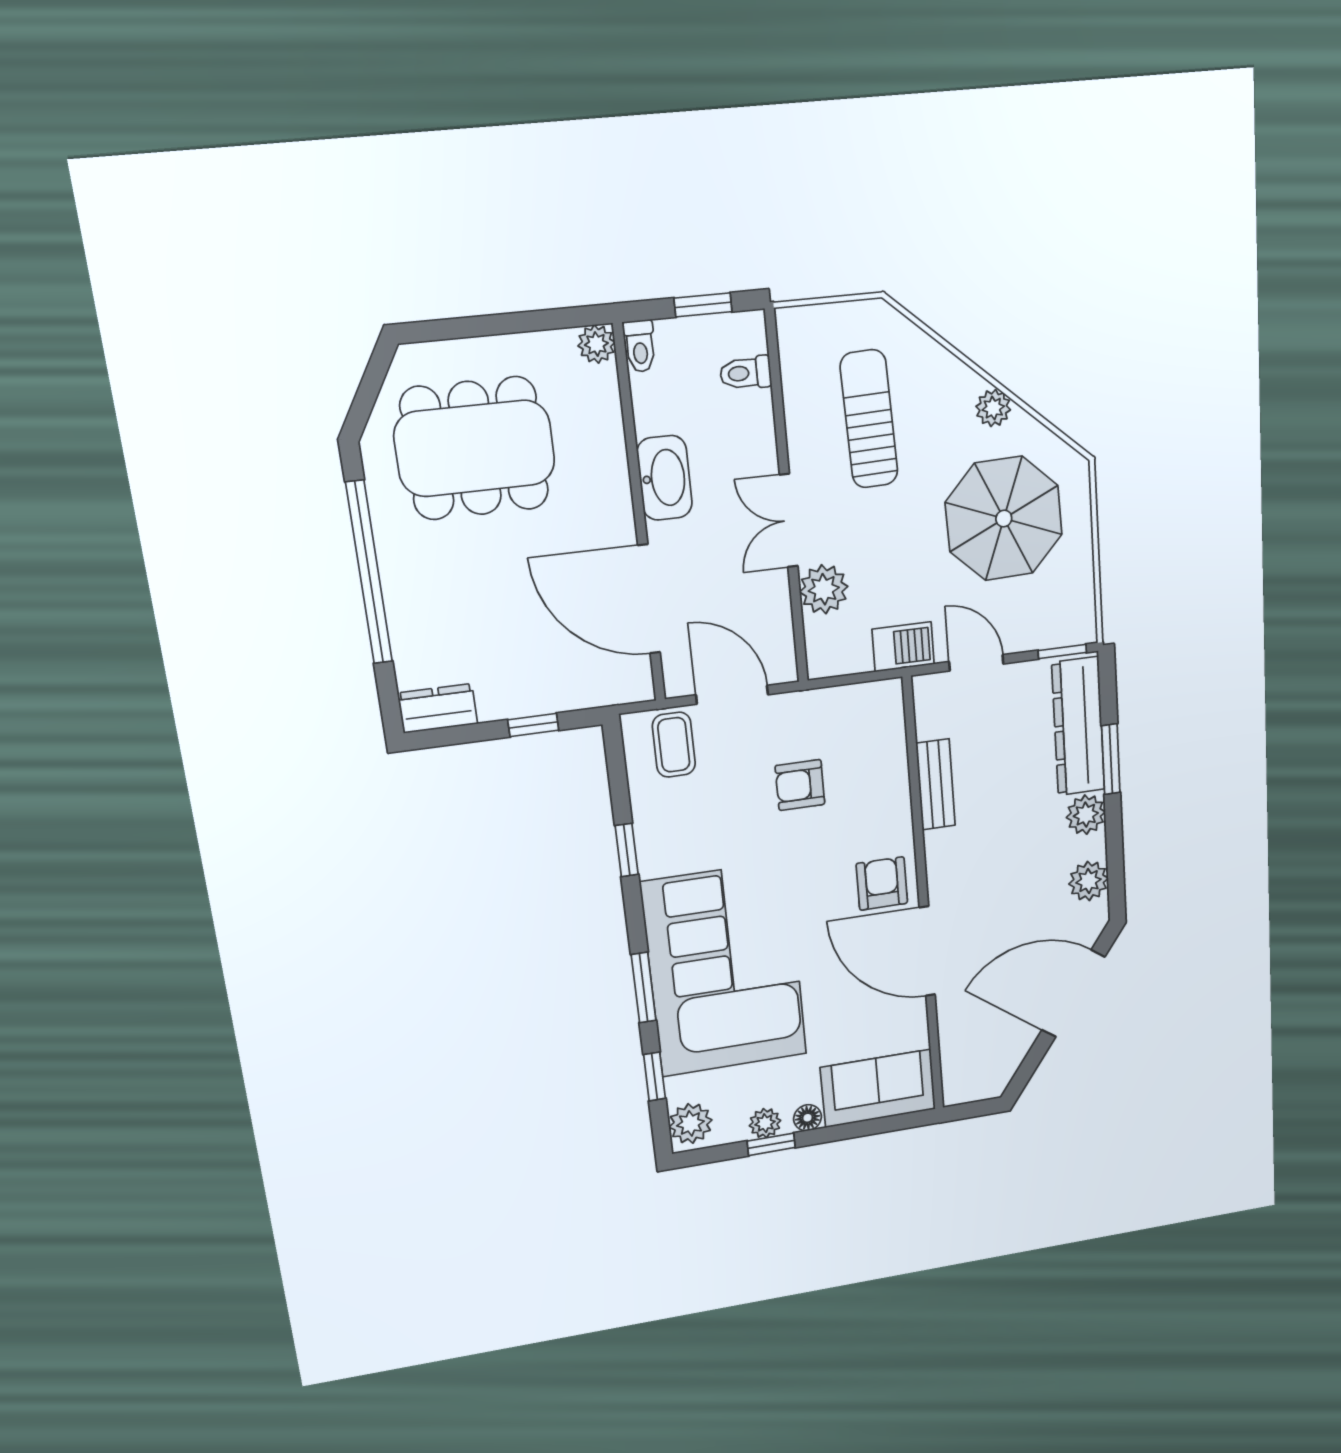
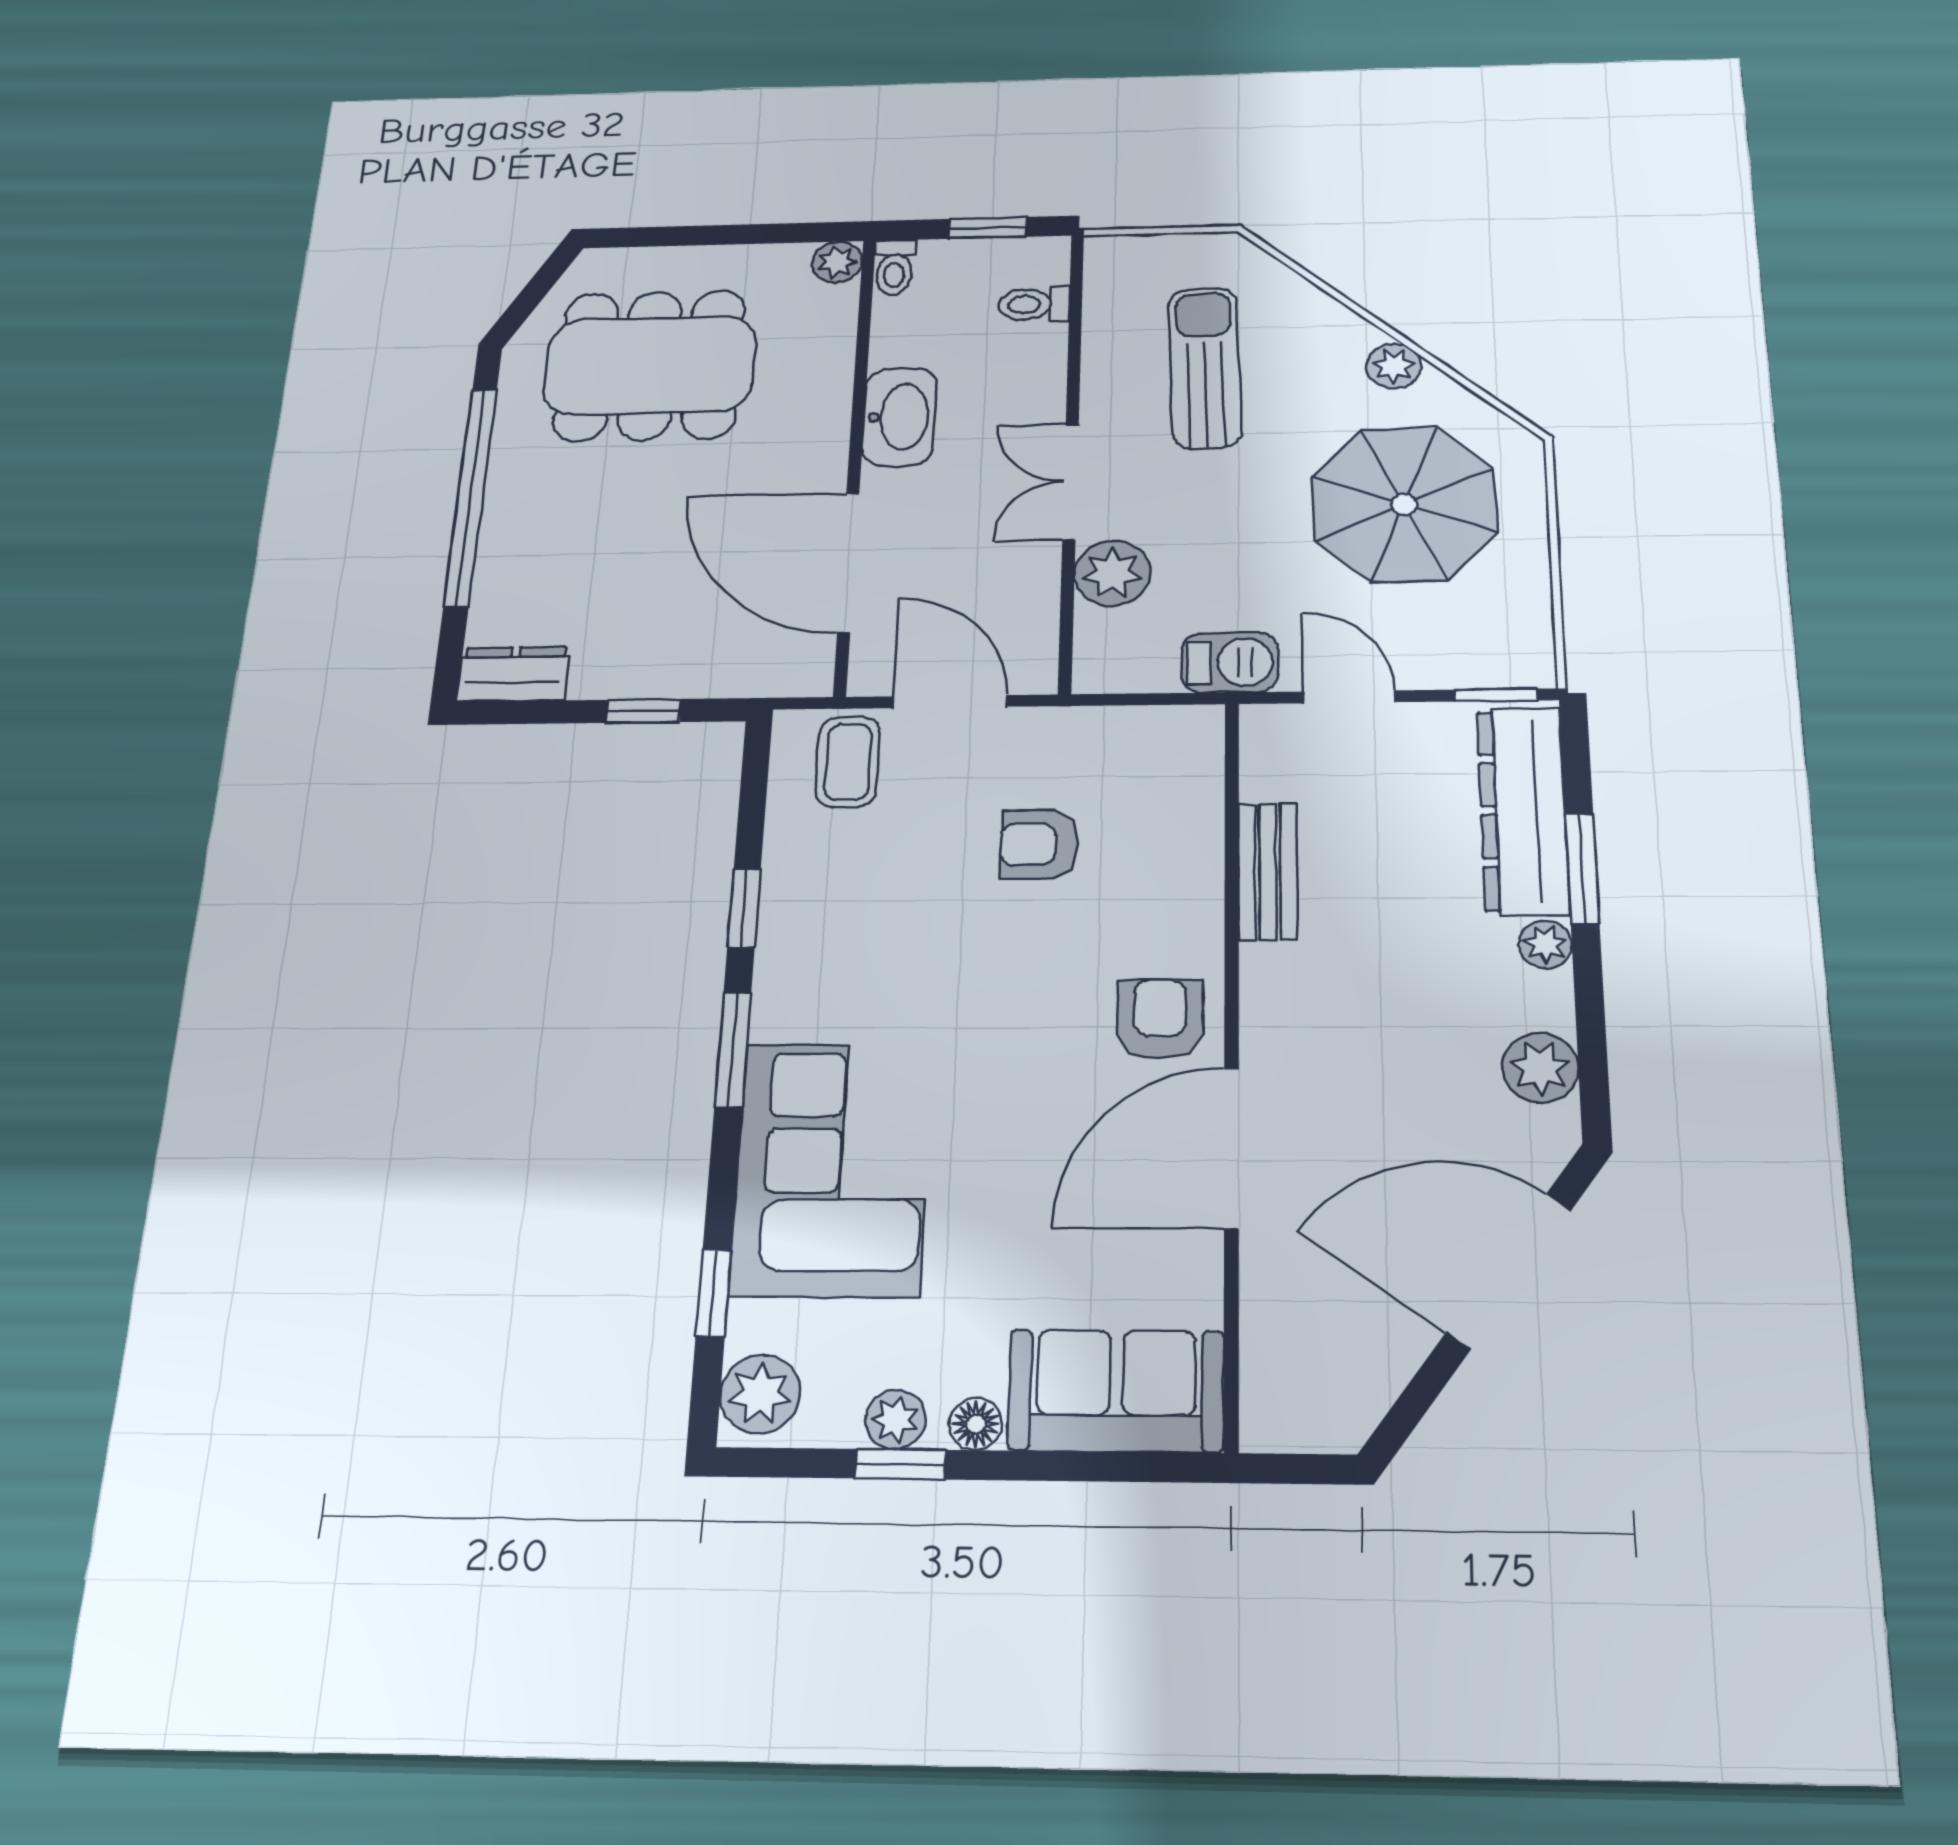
plant: (1086, 815) -> (1545, 944), width x0.73, depth x0.73
door: (927, 951) -> (1231, 1148), hinge flipped
corner sofa: (725, 969) -> (832, 1169), width x0.73, depth x0.74
window: (644, 988) -> (733, 1050), moved

